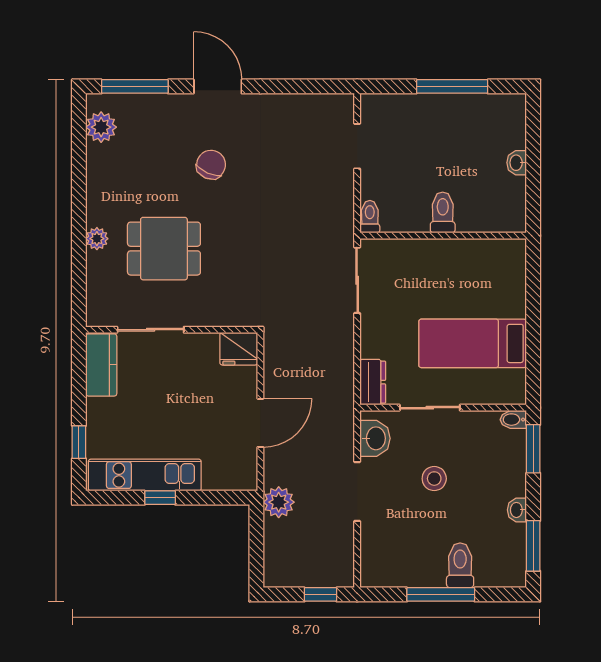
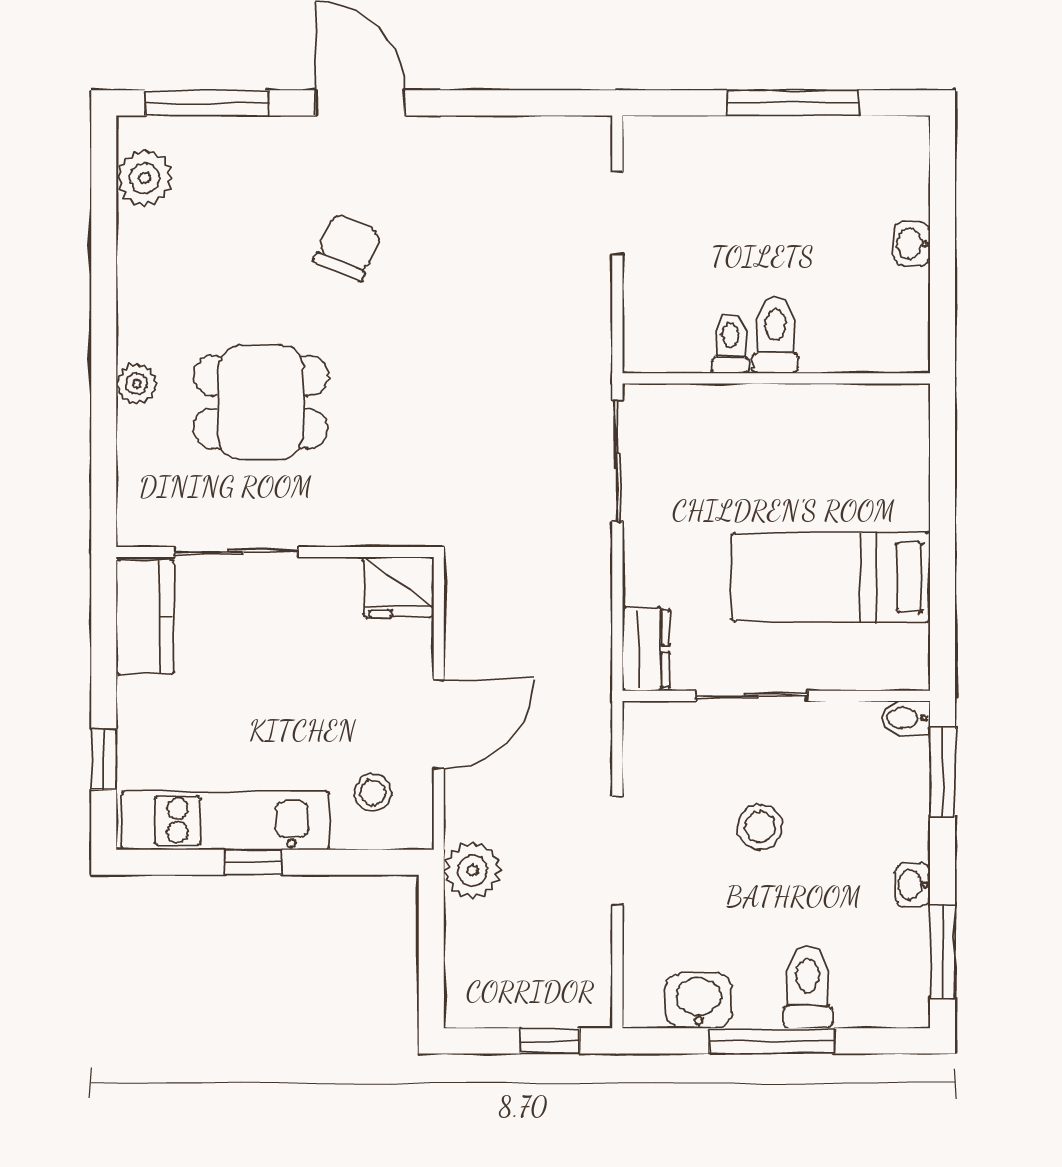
toilet: (370, 217) -> (730, 343), moved
washbasin: (375, 438) -> (699, 1000), moved, turned -90
stool: (225, 460) -> (373, 792), added

